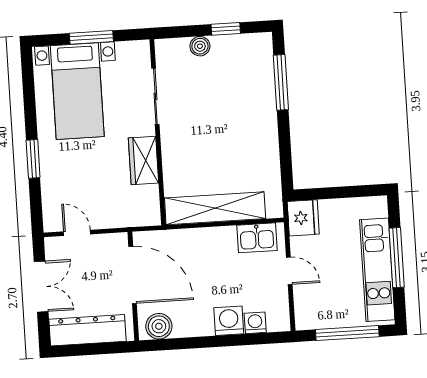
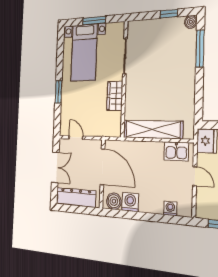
boiler: (200, 46) -> (191, 22), moved
washing machine: (229, 321) -> (130, 202), moved

